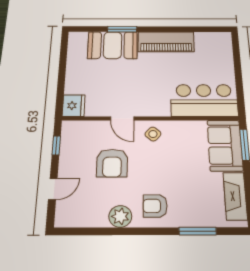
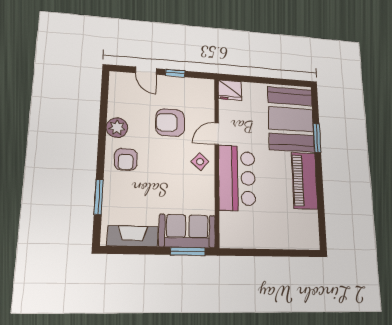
booth: (113, 45) -> (291, 119), width x1.36, depth x1.42
bar counter: (204, 100) -> (237, 178), moved
window: (56, 145) -> (175, 73), moved
armchair: (155, 206) -> (126, 159), turned 180

